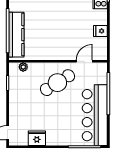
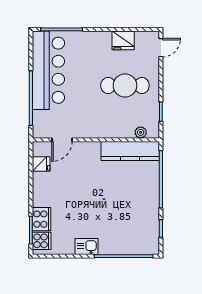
fridge: (100, 31) -> (41, 164), moved
kitchen counter: (16, 35) -> (130, 151), moved, turned -90
cafe table: (57, 83) -> (125, 86), moved, turned 32

